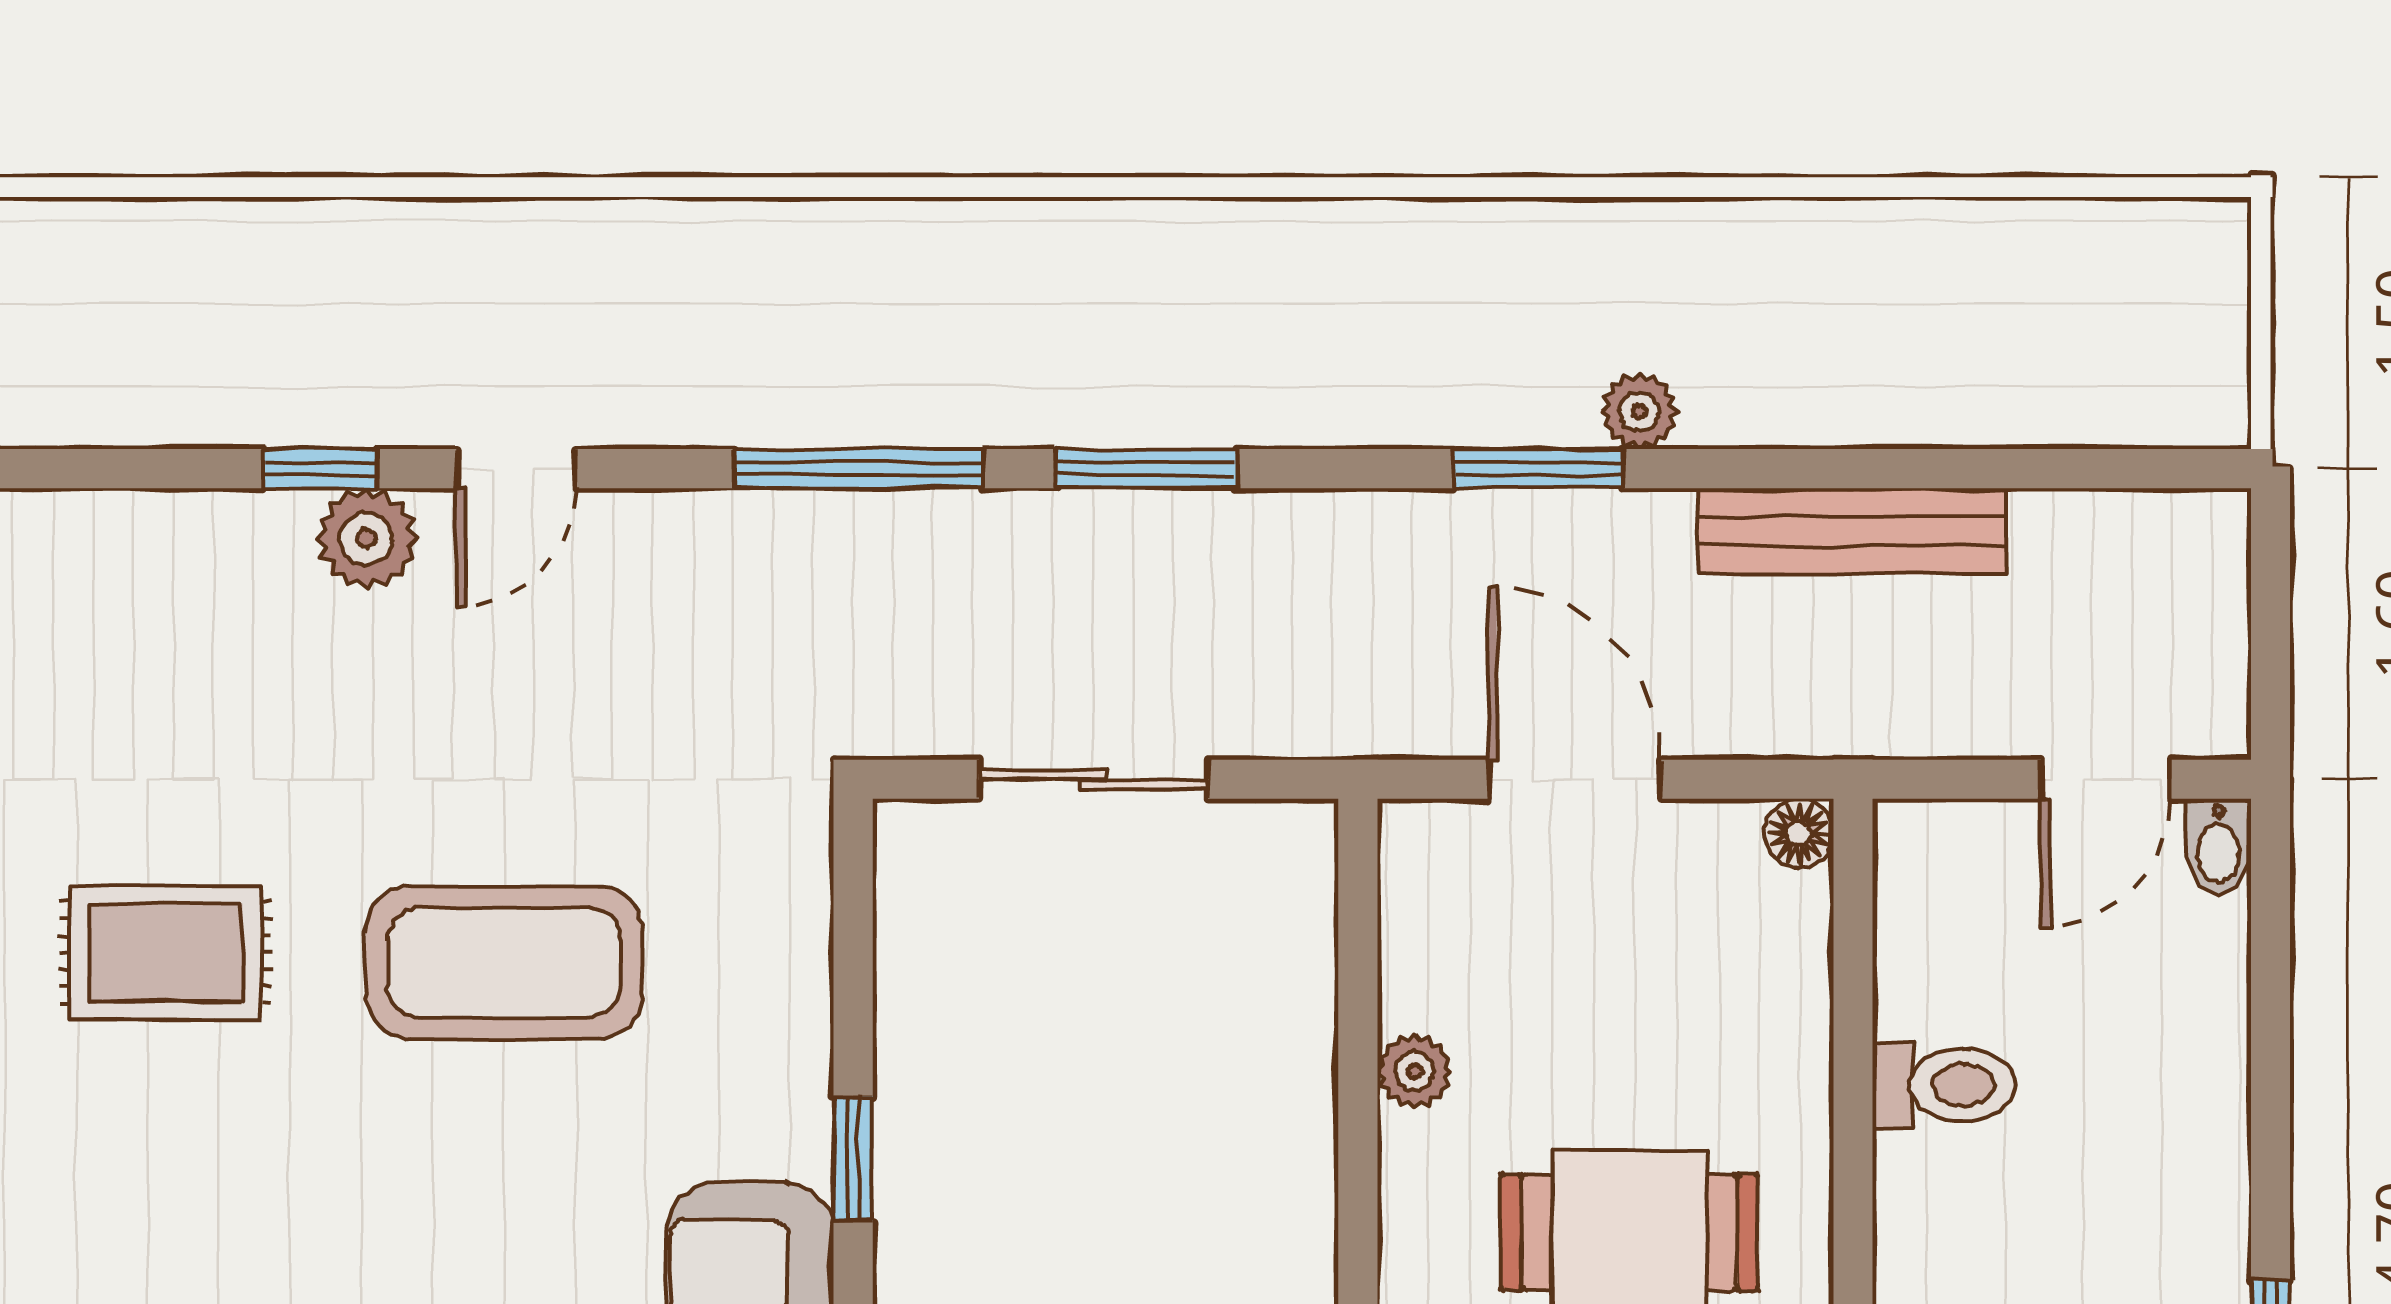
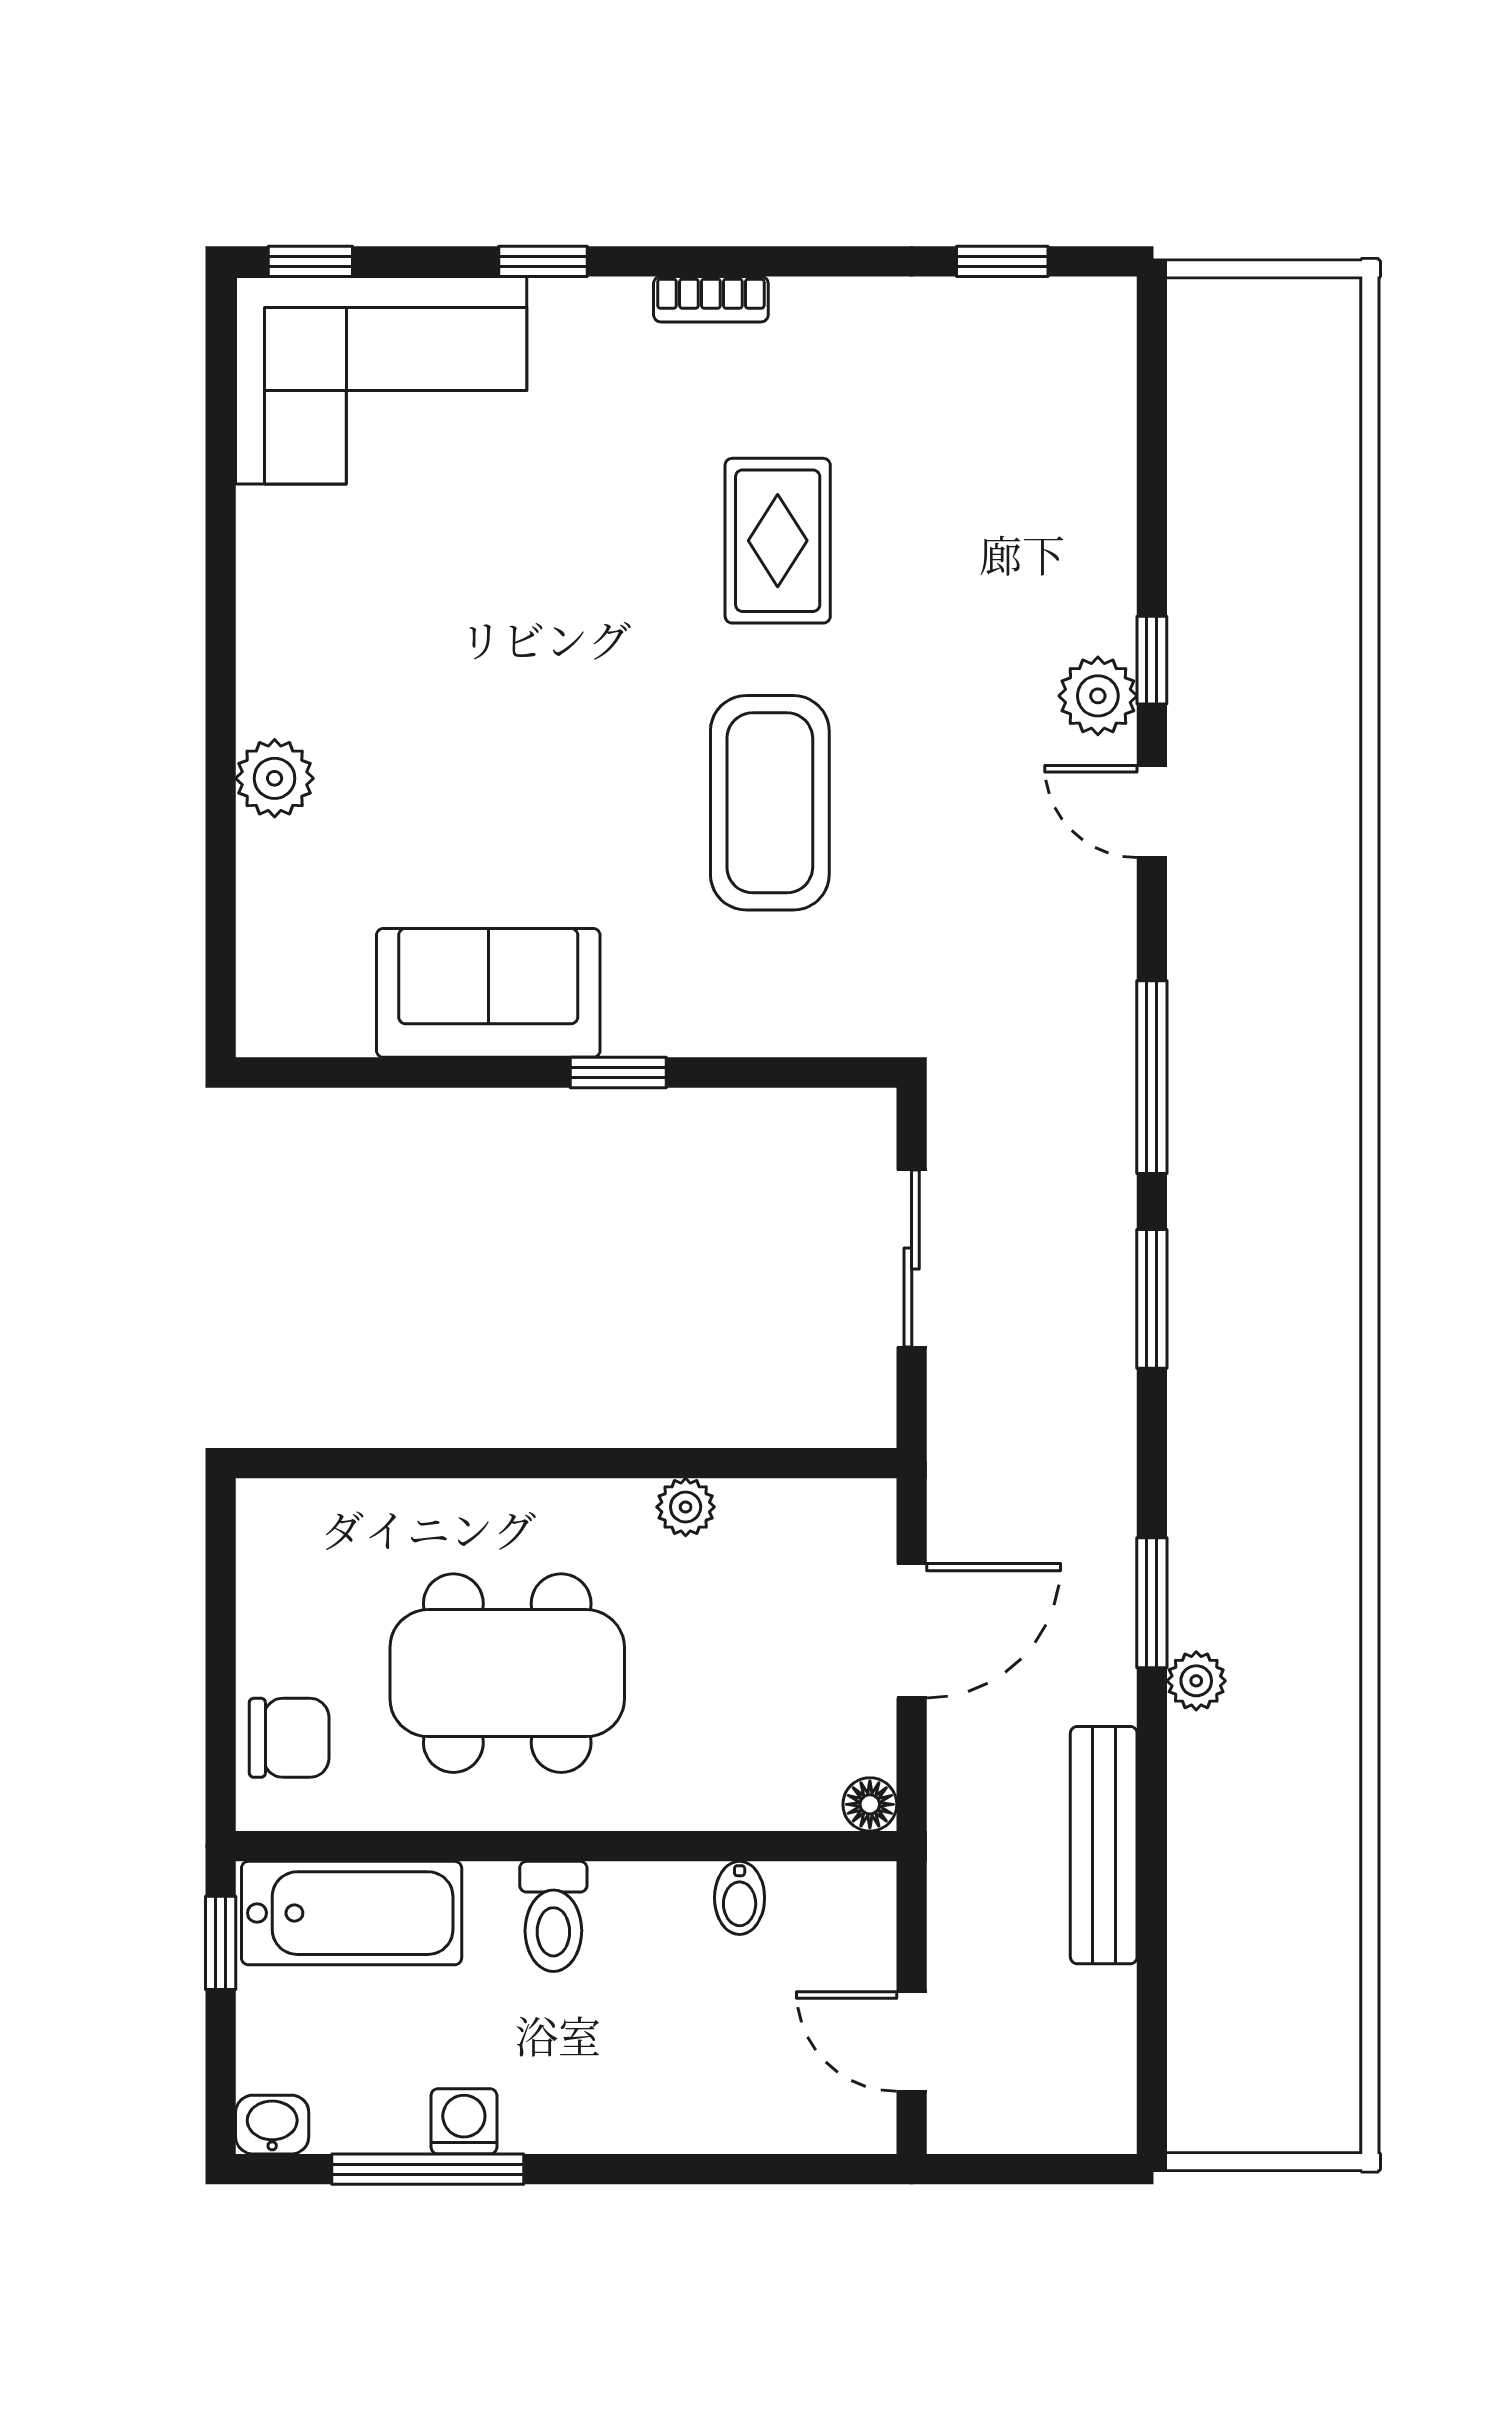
bidet: (2219, 846) -> (740, 1898), moved, turned -90
toilet: (1944, 1085) -> (553, 1916), moved

